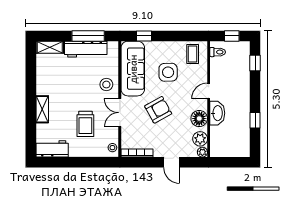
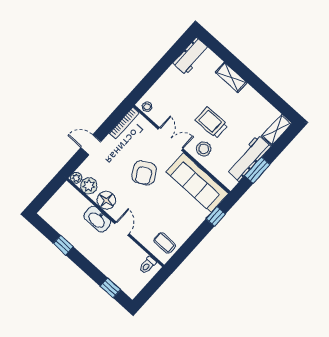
window: (88, 36) -> (257, 170), width x0.69
window: (232, 36) -> (150, 289), removed
side table: (168, 72) -> (168, 209), removed
trolley: (85, 124) -> (212, 123), moved

